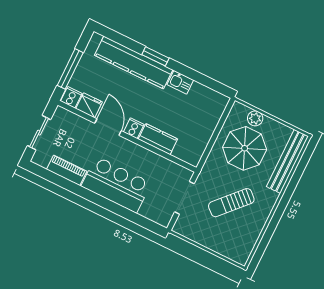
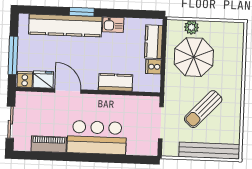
kitchen counter: (212, 116) -> (154, 42), added
cooker: (134, 128) -> (153, 67), moved, turned -90
bench: (287, 161) -> (209, 151), moved, turned 90

